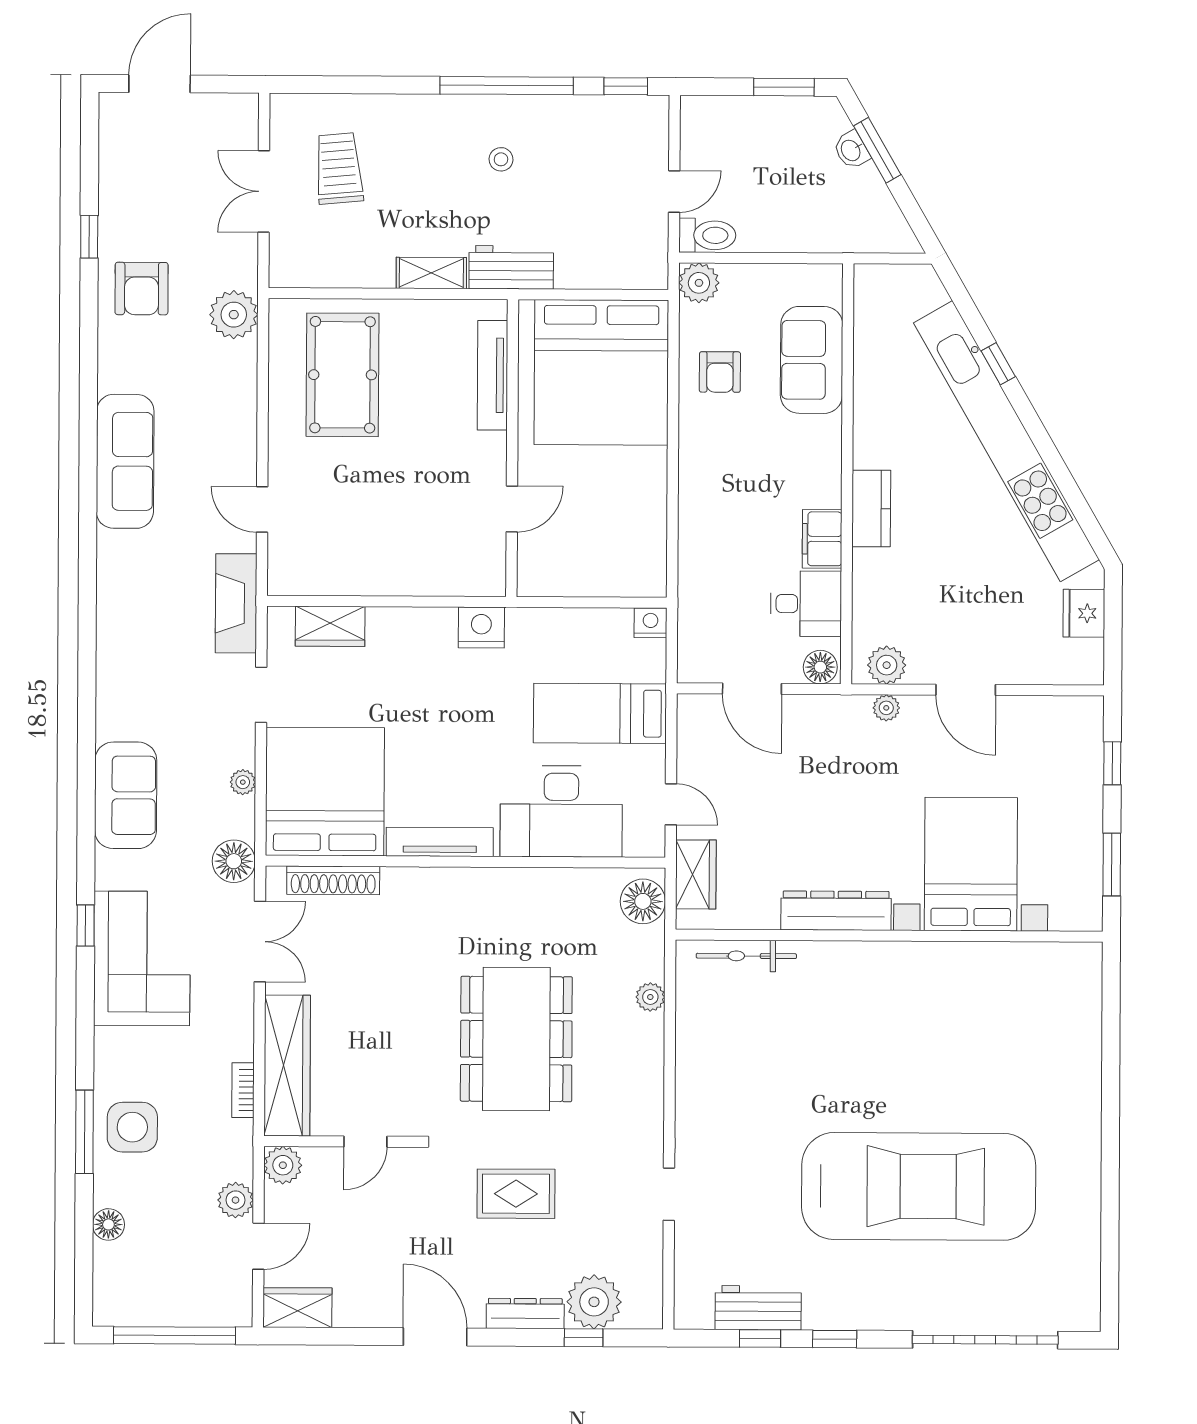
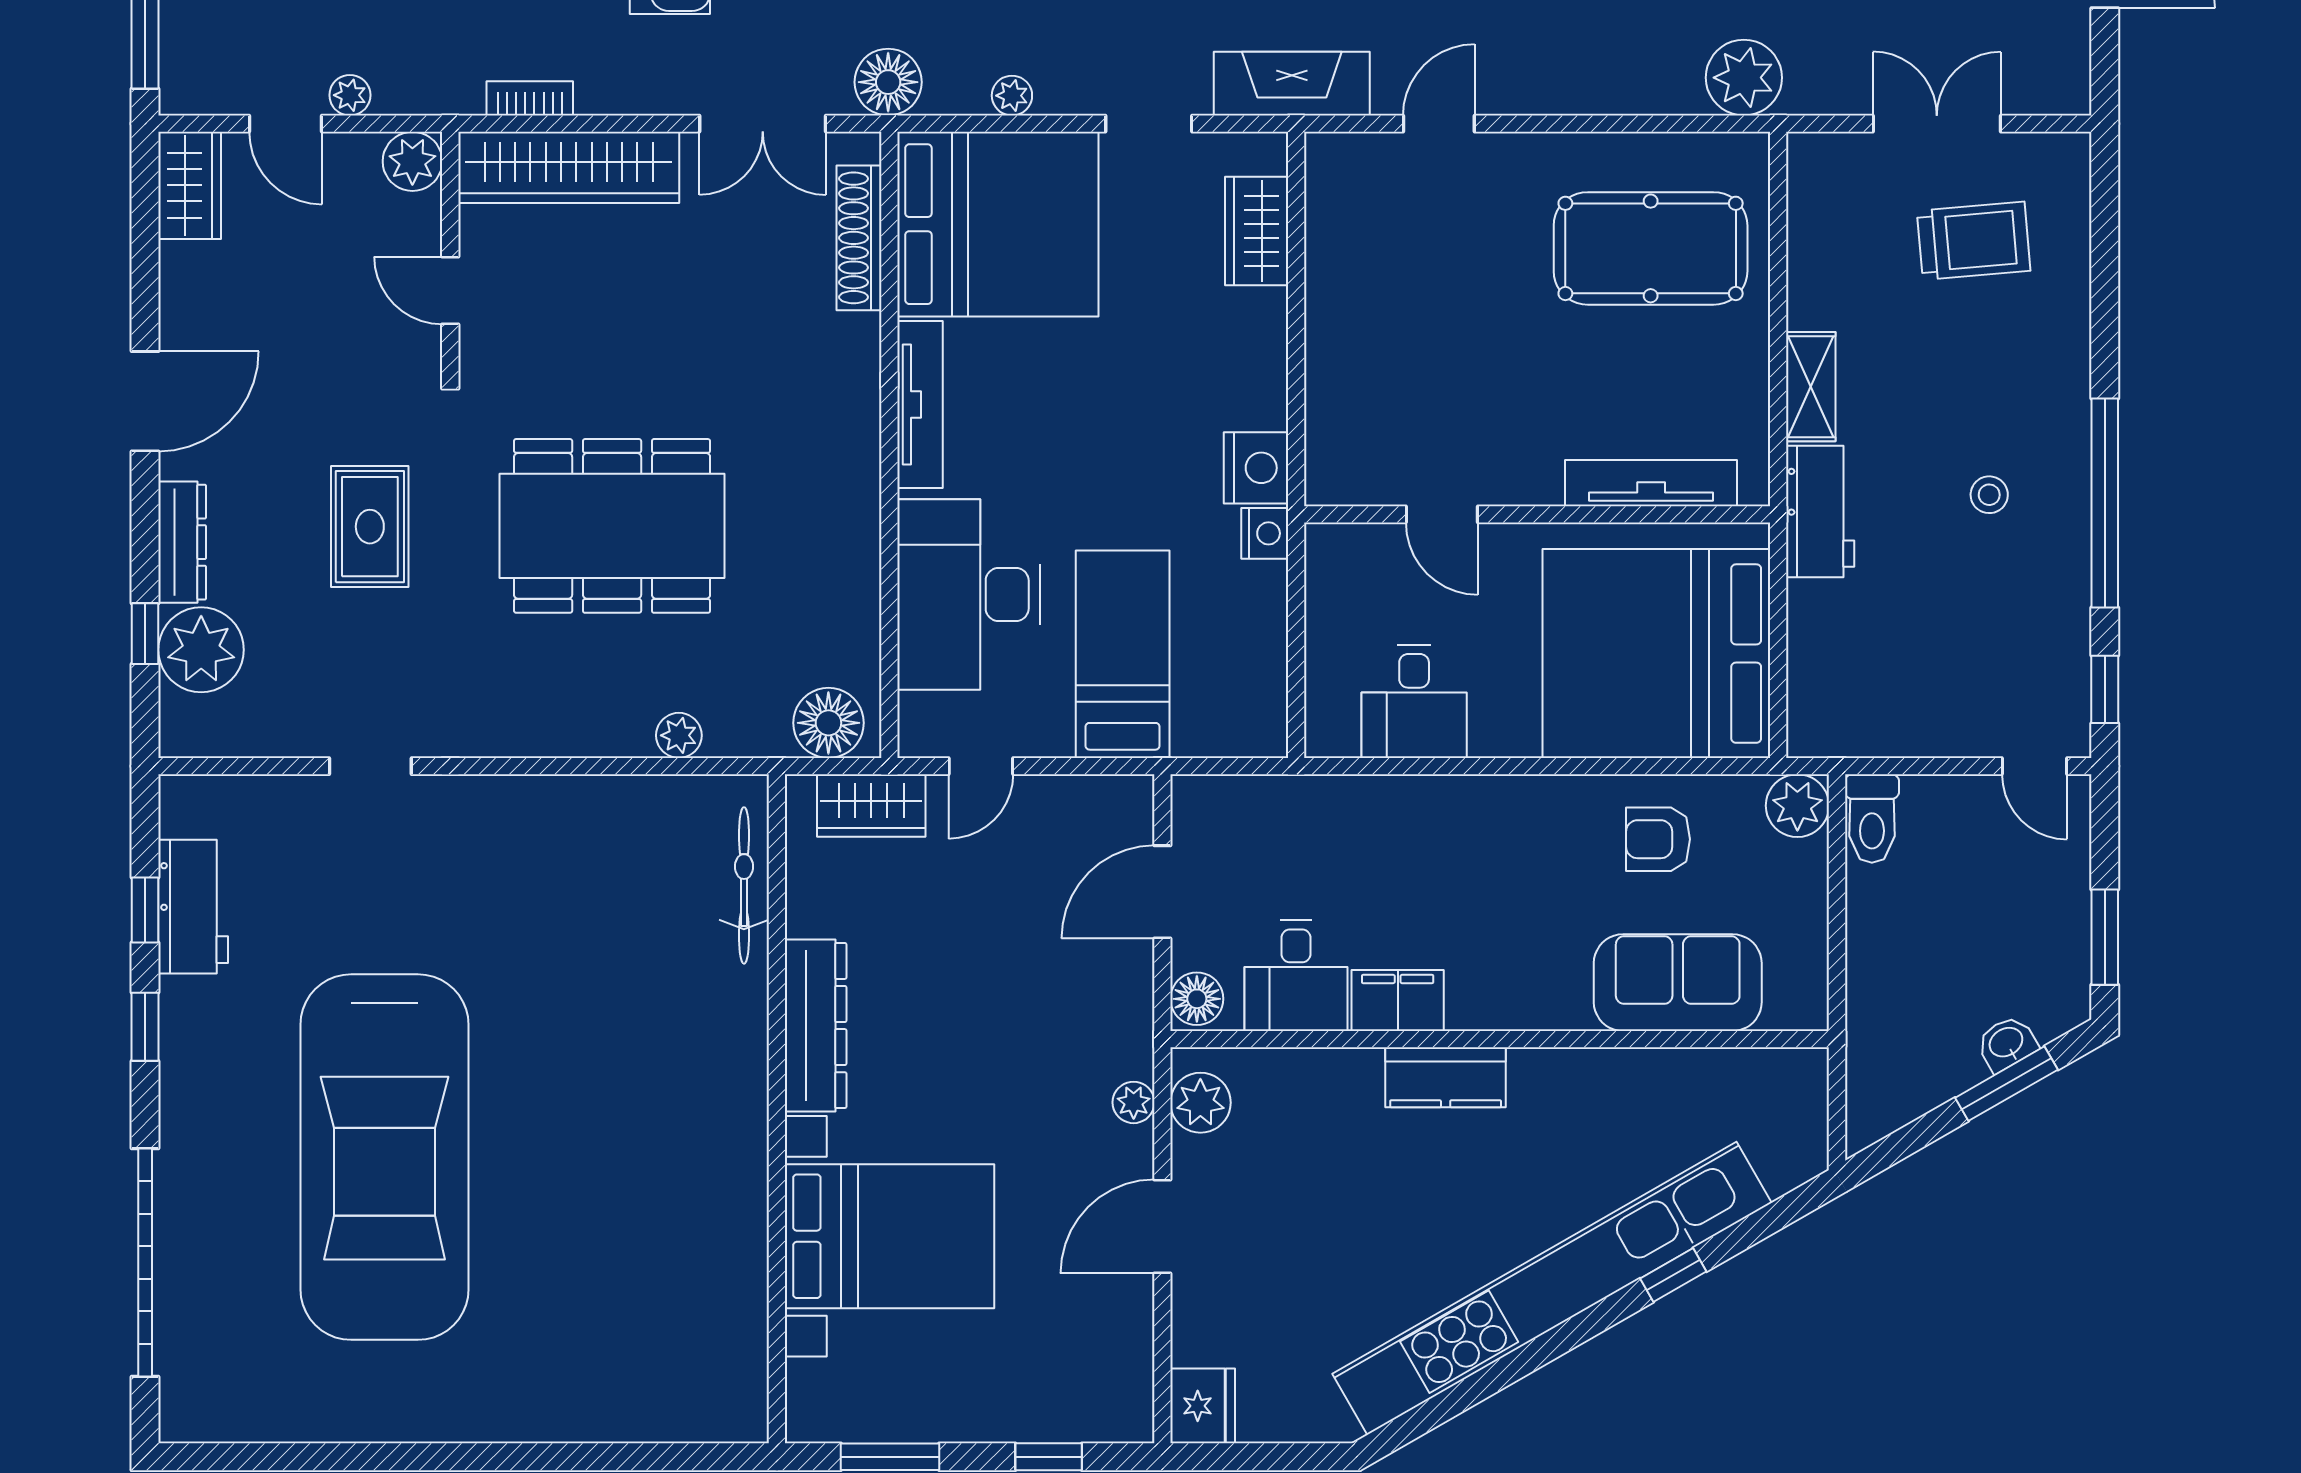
door: (674, 191) -> (2035, 766), moved
desk: (631, 527) -> (1414, 701), added
fridge: (1084, 613) -> (1203, 1406), moved, turned 90
nightstand: (651, 623) -> (1265, 533), moved
plant: (235, 1200) -> (350, 95), width x0.73, depth x0.73

